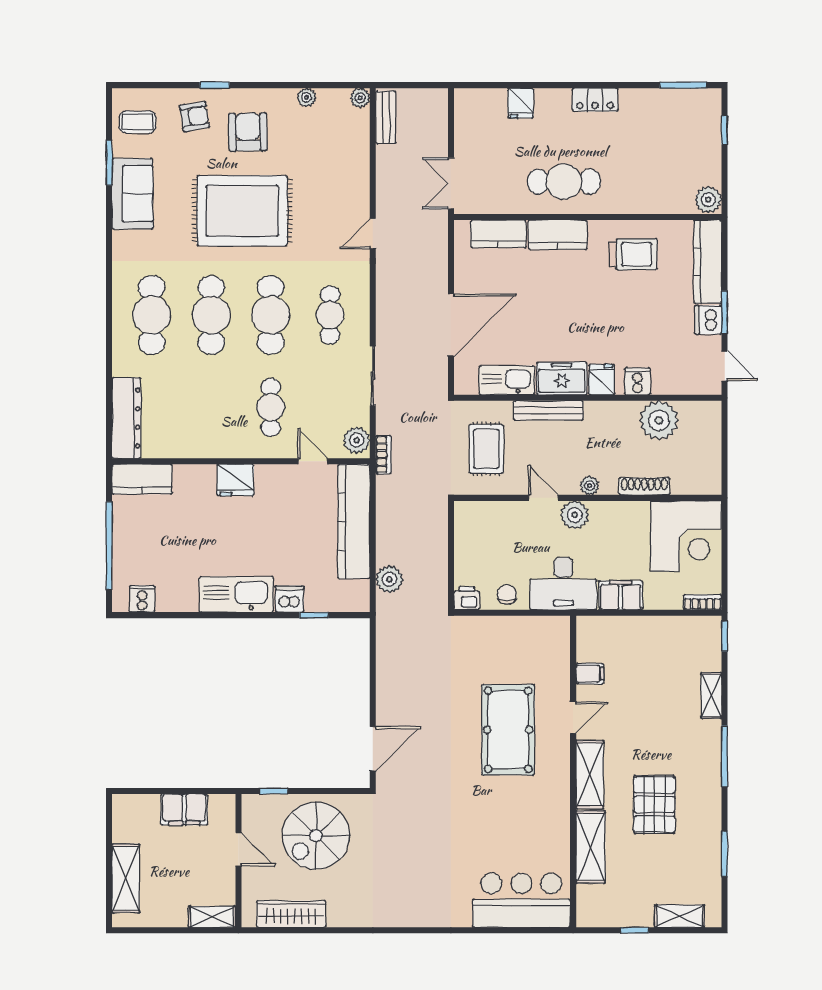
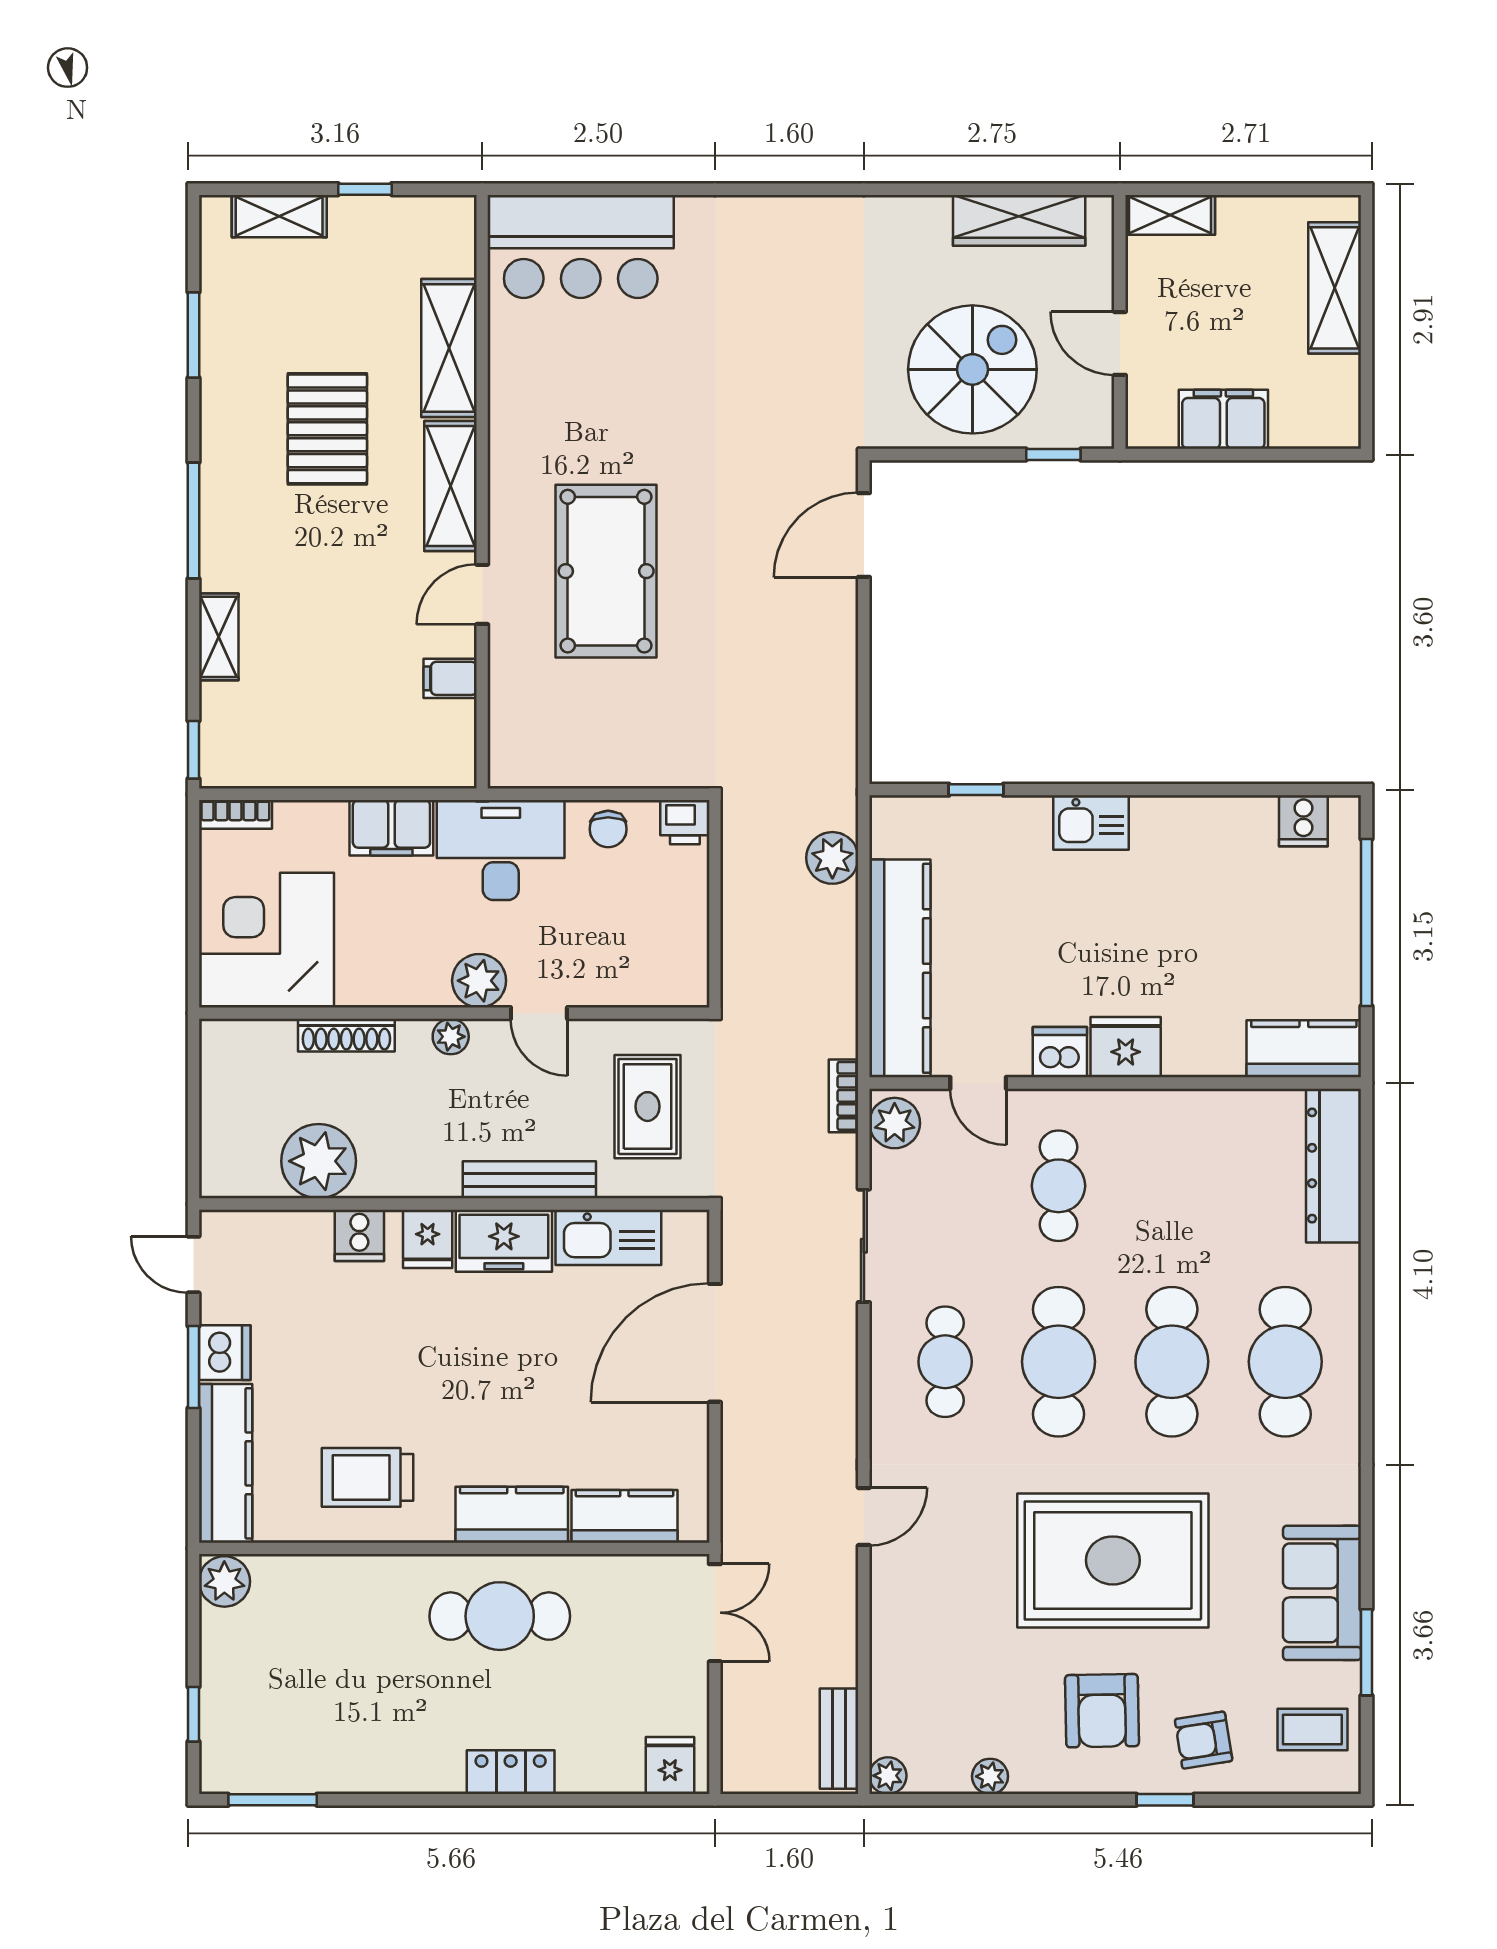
locker: (595, 100) -> (511, 1772), moved
fridge: (521, 103) -> (670, 1765), moved
kitchen sink: (236, 594) -> (1091, 823), width x0.53, depth x0.81
dishwasher: (289, 599) -> (1060, 1052), moved, turned 180

